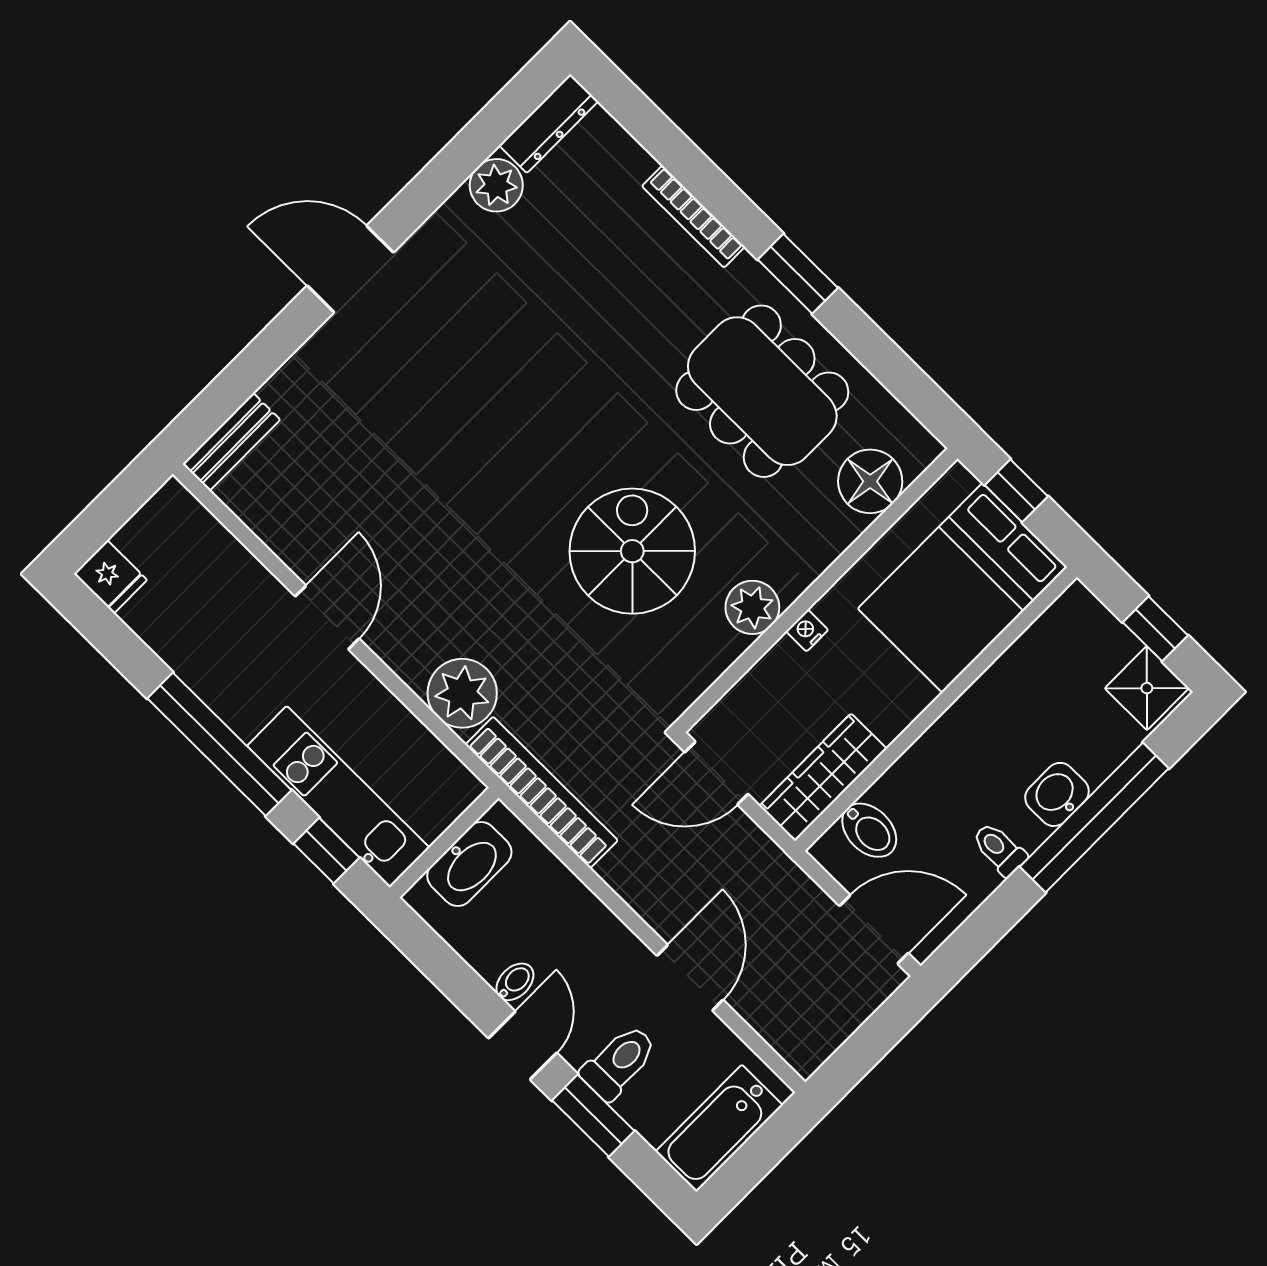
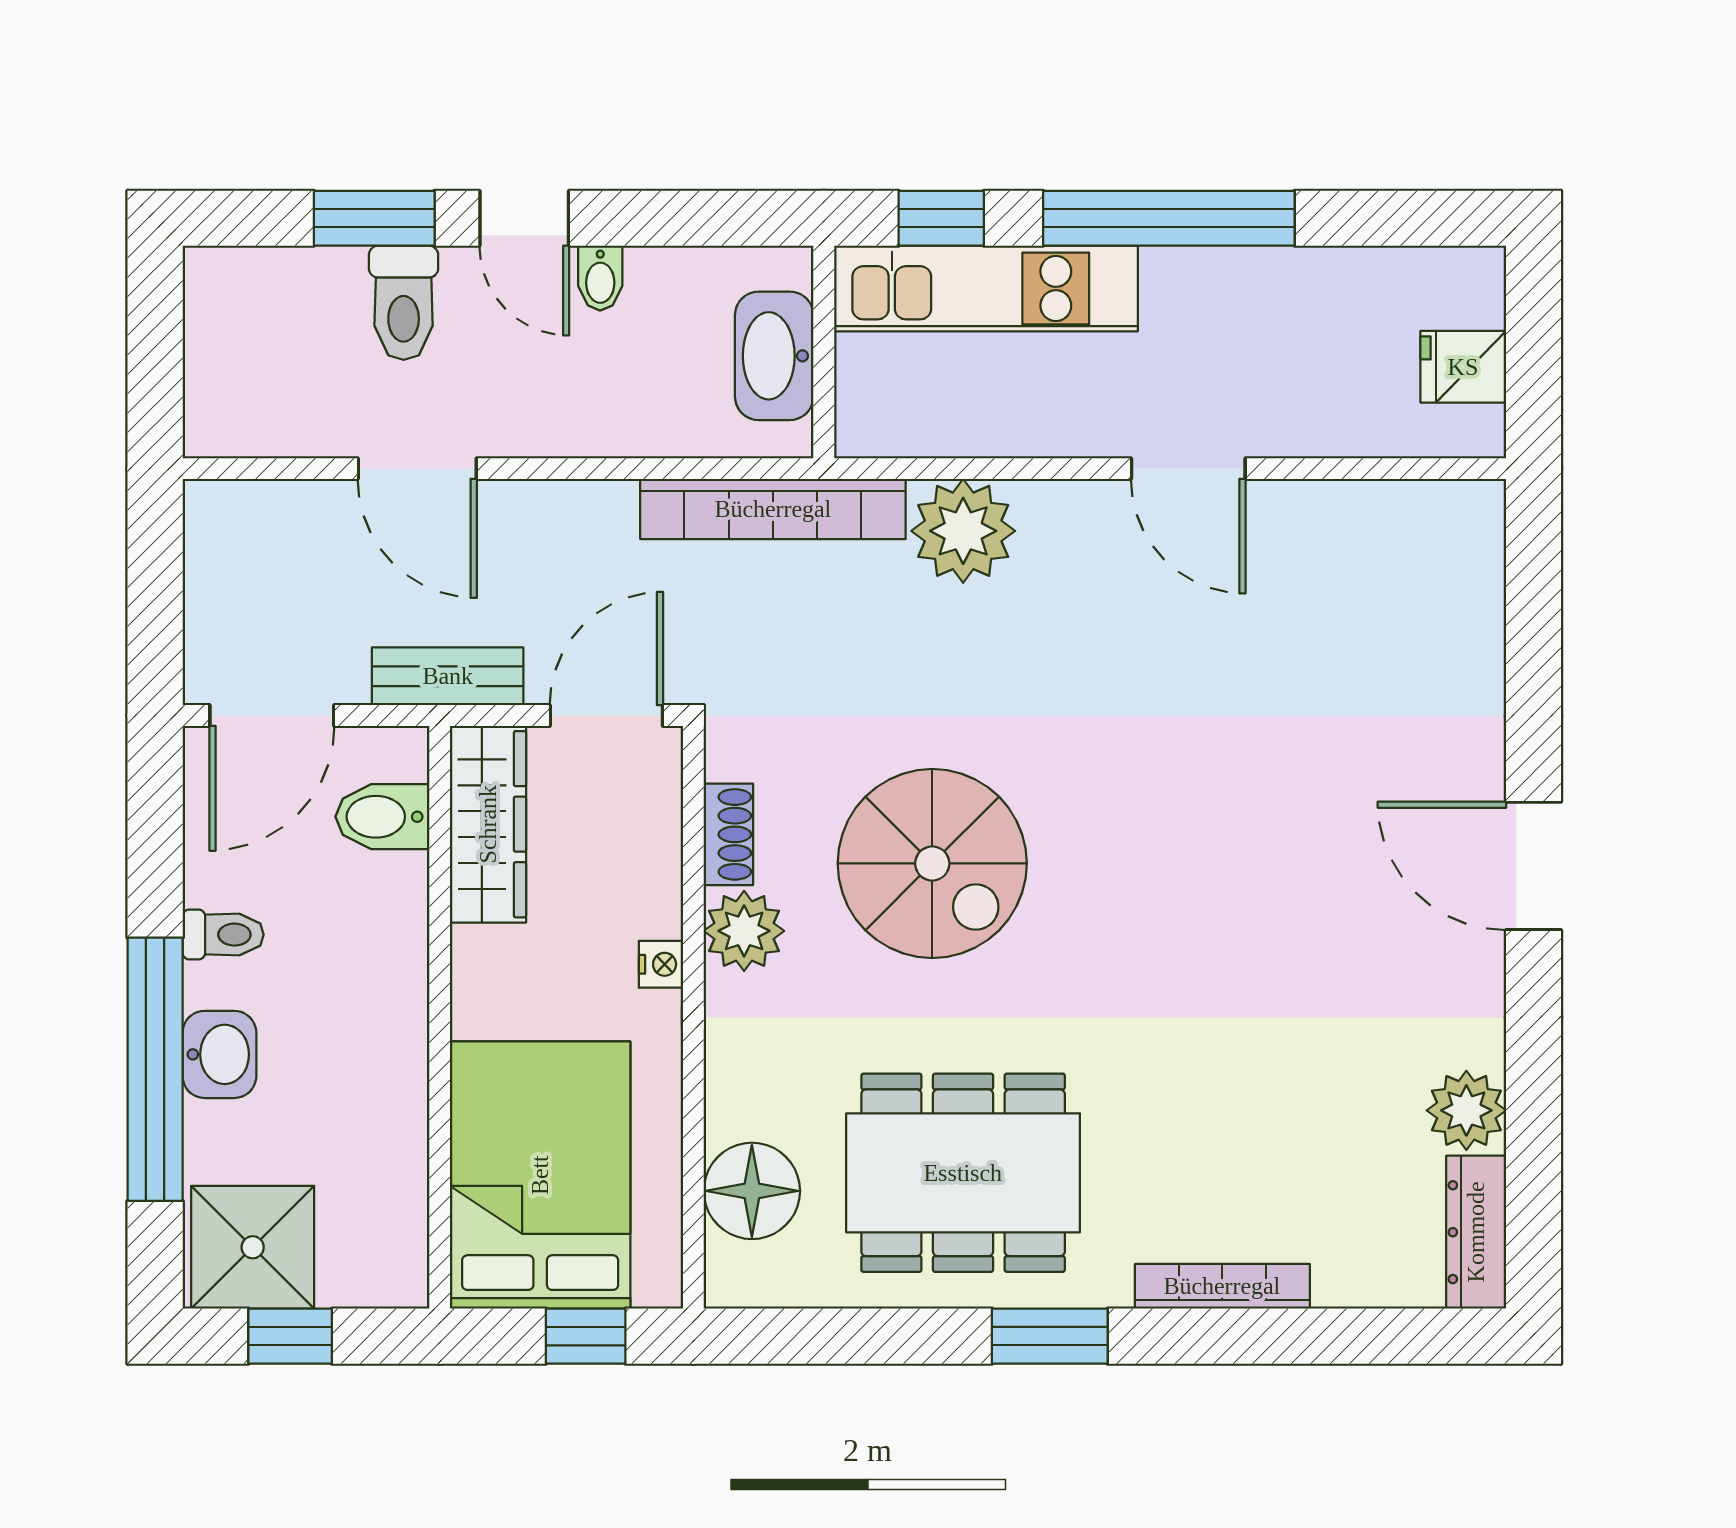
door: (350, 269) -> (1534, 866), swing flipped
bench: (231, 442) -> (448, 676), moved, turned 90
fridge: (110, 577) -> (1463, 367), moved
shoe rack: (715, 660) -> (728, 834), added
shower: (1147, 688) -> (253, 1247), width x1.36, depth x1.36
bathtub: (719, 1128) -> (226, 338), removed

